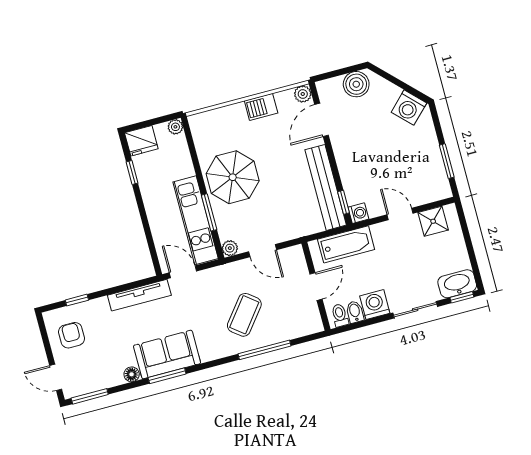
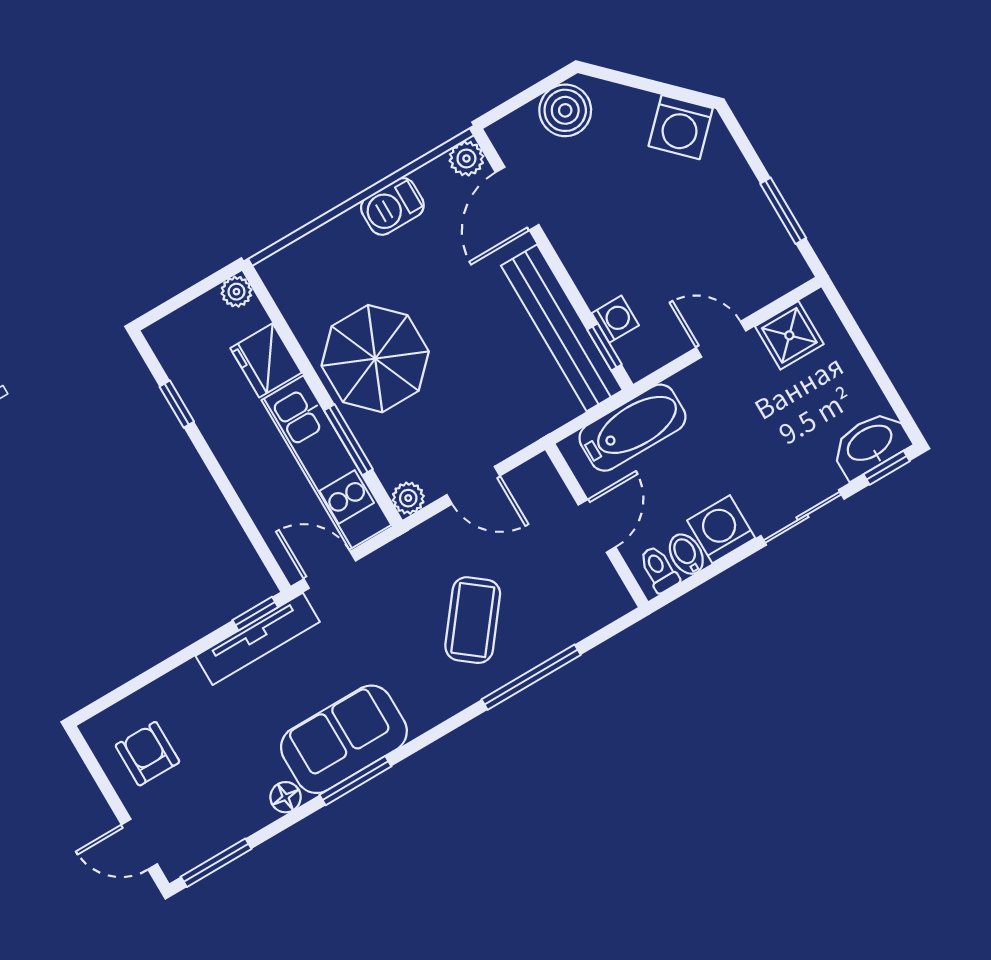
fridge: (141, 141) -> (266, 360), moved, turned 90
washing machine: (358, 213) -> (615, 319), moved
window: (77, 300) -> (255, 614), moved

